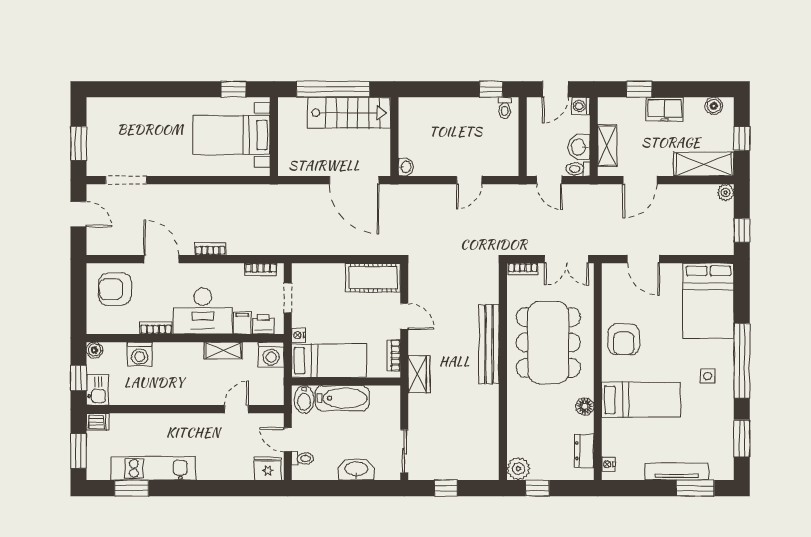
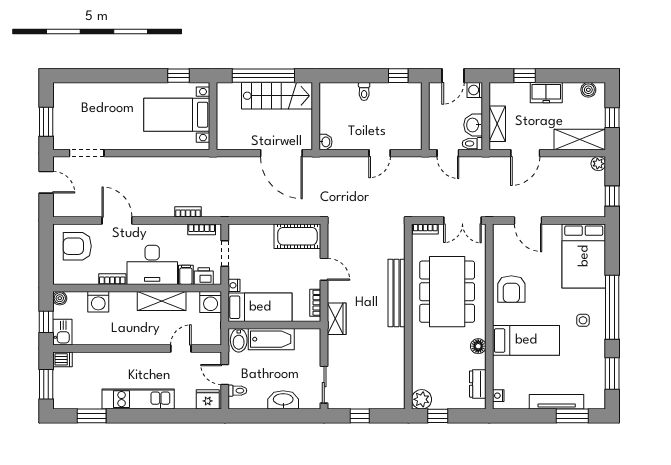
toilet: (505, 108) -> (364, 92), moved
bookcase: (210, 249) -> (188, 212), moved
shelving: (223, 351) -> (162, 301), width x1.50, depth x1.33
kitchen unit: (153, 468) -> (138, 399), moved

